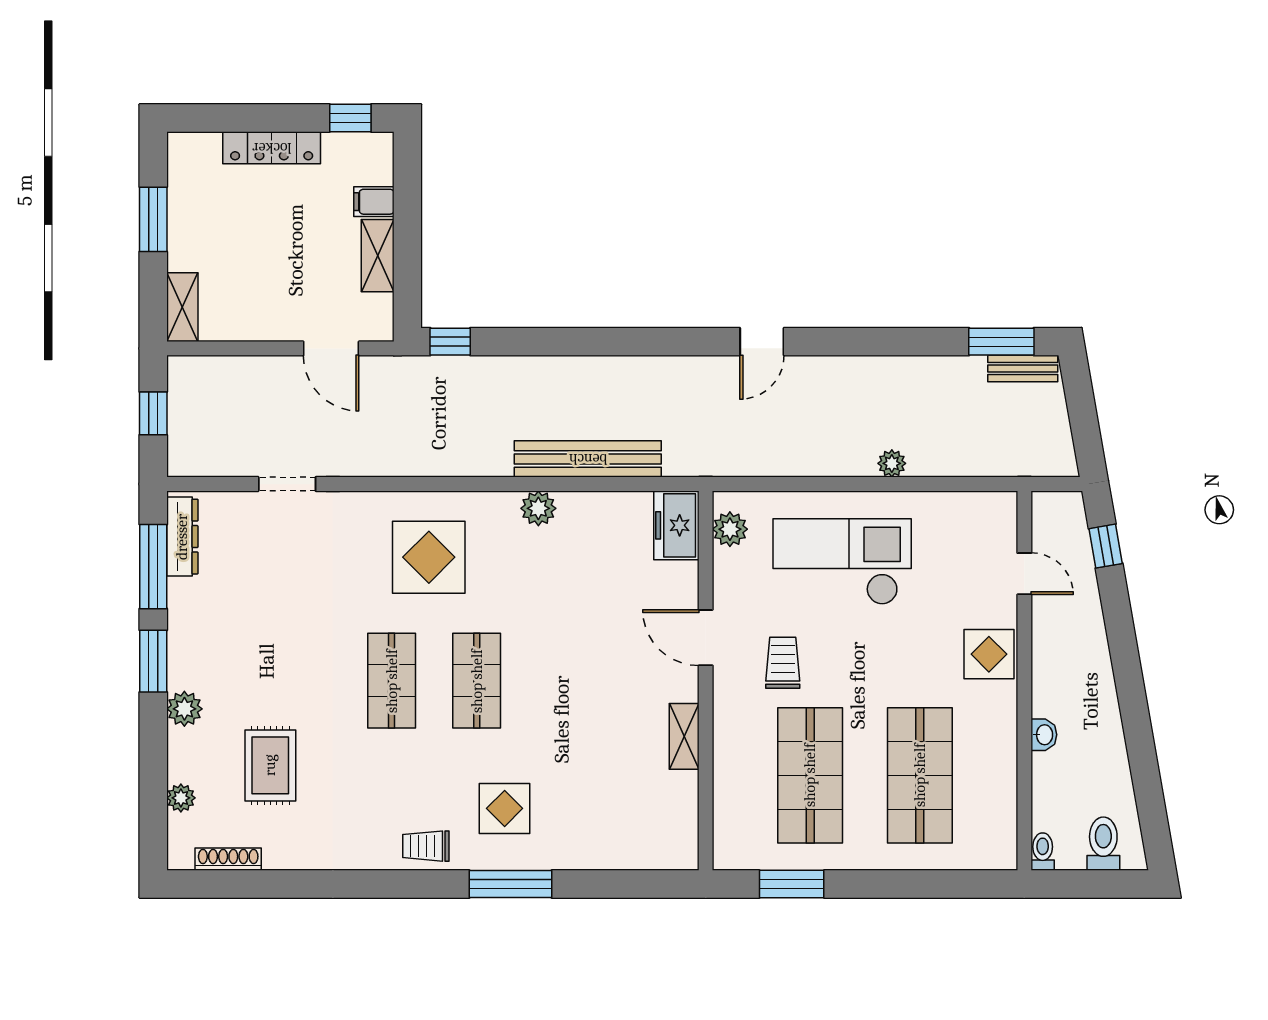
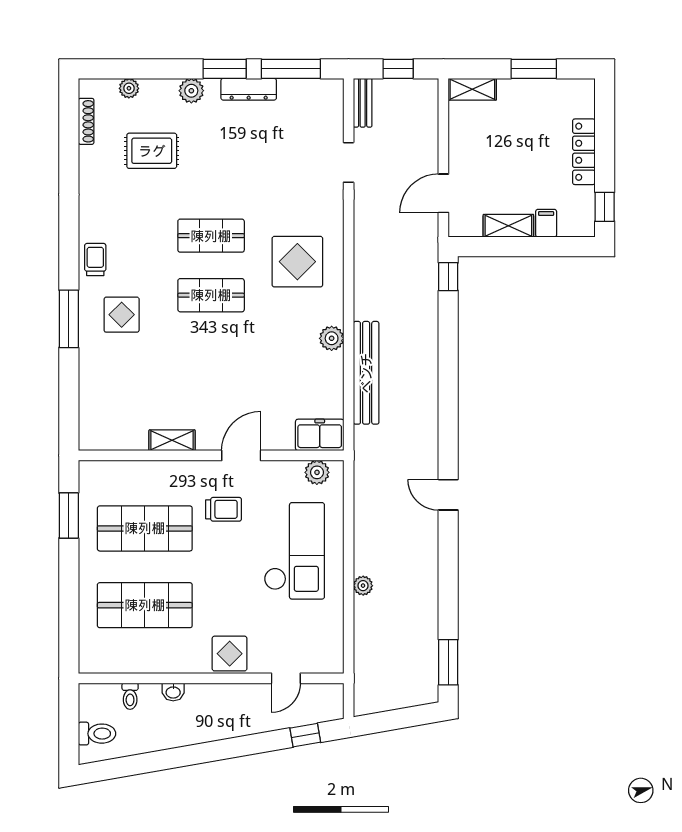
bench: (1023, 369) -> (363, 103), moved
dresser: (182, 537) -> (249, 89), moved
toilet: (1043, 852) -> (130, 696), moved, turned 90

